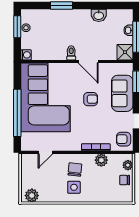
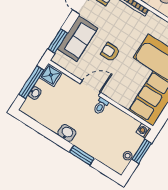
washbasin: (99, 15) -> (67, 133), moved
window: (17, 27) -> (142, 151), moved
door: (88, 61) -> (90, 88), hinge flipped

